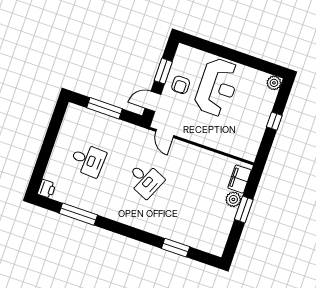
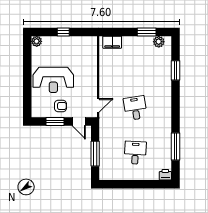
reception desk: (217, 87) -> (53, 80), turned 180
desk: (145, 180) -> (135, 108), turned -33
plant: (233, 199) -> (159, 42), moved
window: (244, 209) -> (147, 32), moved

